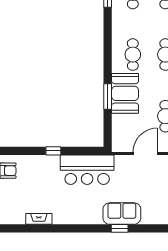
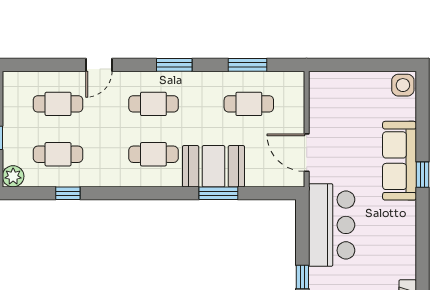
door: (145, 154) -> (307, 153), moved
sofa: (122, 214) -> (400, 161), width x1.36

